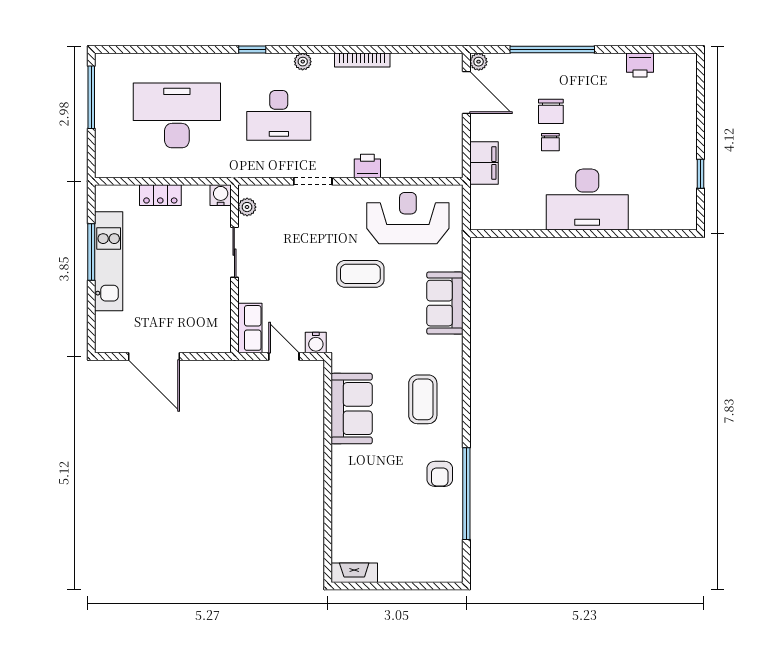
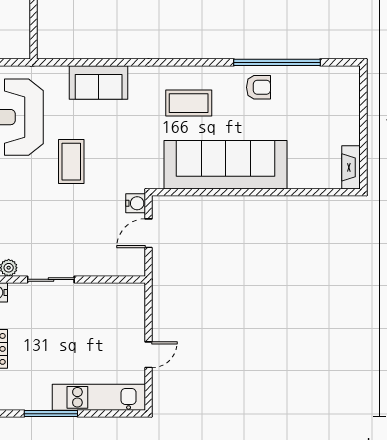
kitchen unit: (109, 261) -> (99, 397), moved
row of seats: (250, 328) -> (122, 265), removed
door: (154, 356) -> (148, 355), width x0.53
sofa: (352, 409) -> (226, 165), width x1.85, depth x1.27

